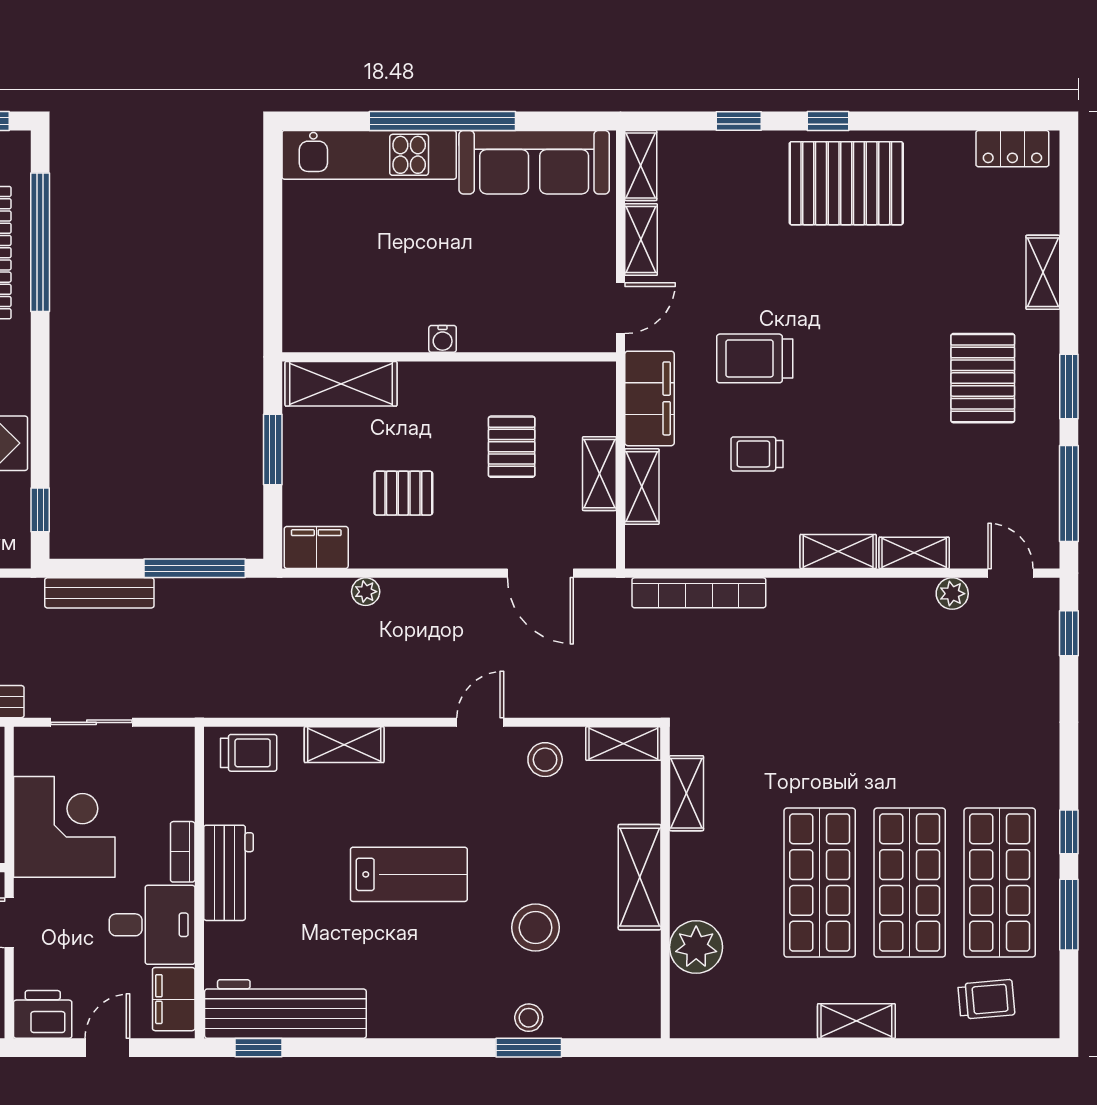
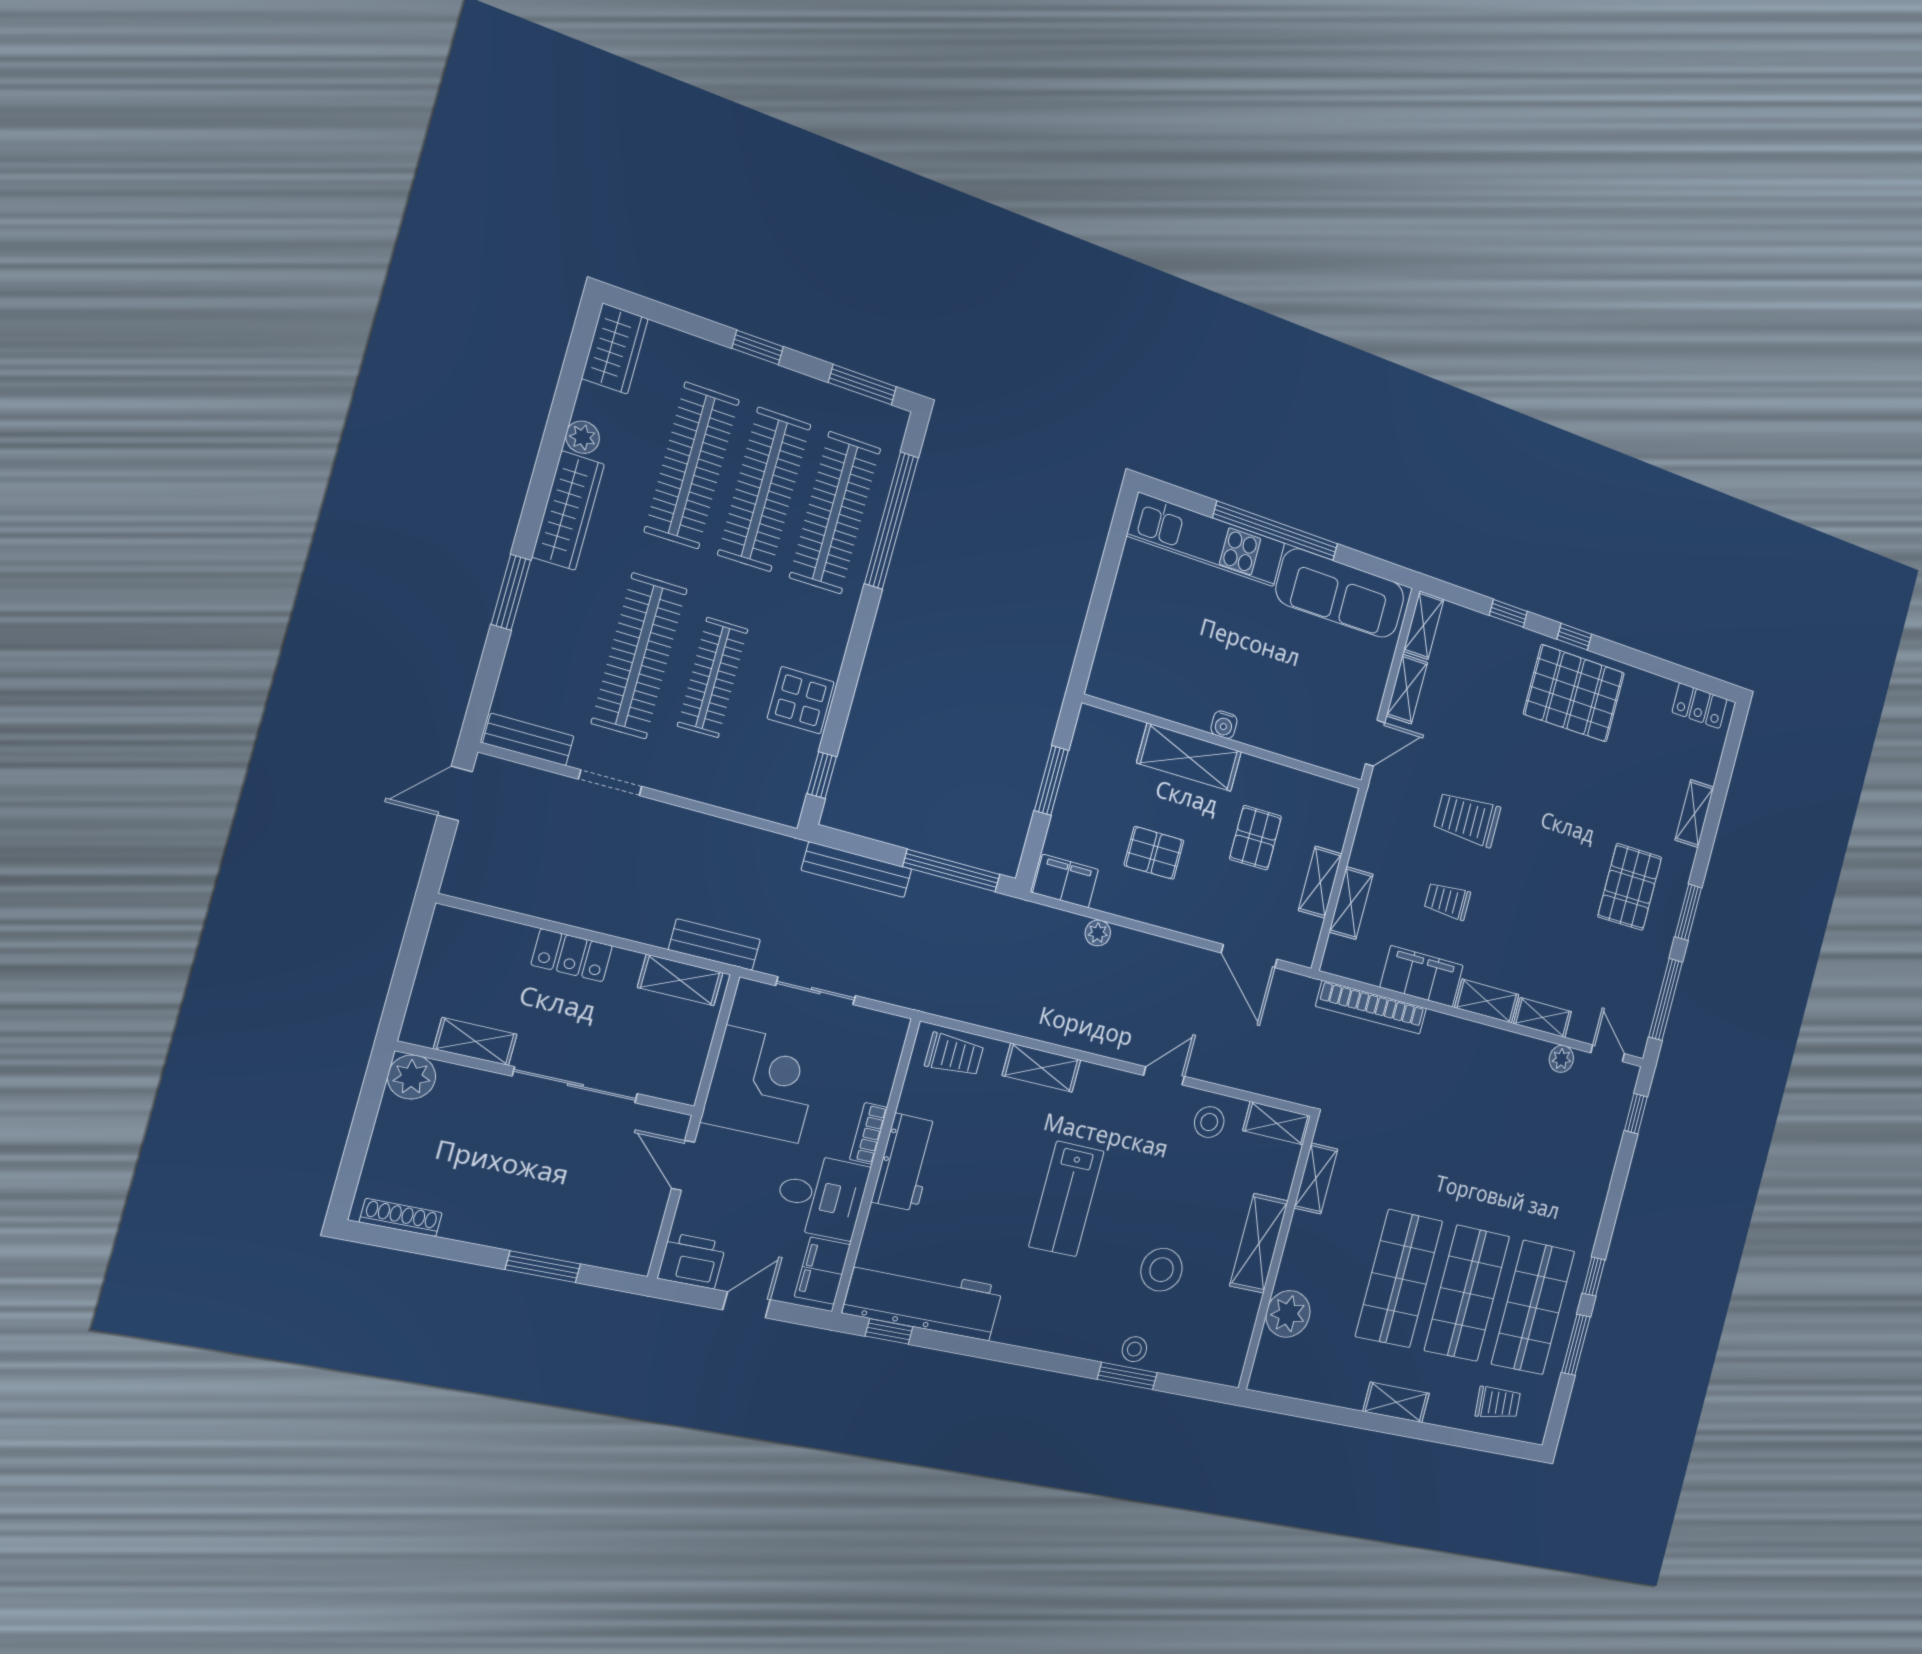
shelving: (341, 384) -> (1189, 757), moved
filing cabinet: (649, 398) -> (1422, 976), moved, turned -90
lab bench: (409, 874) -> (1066, 1199), turned 90

